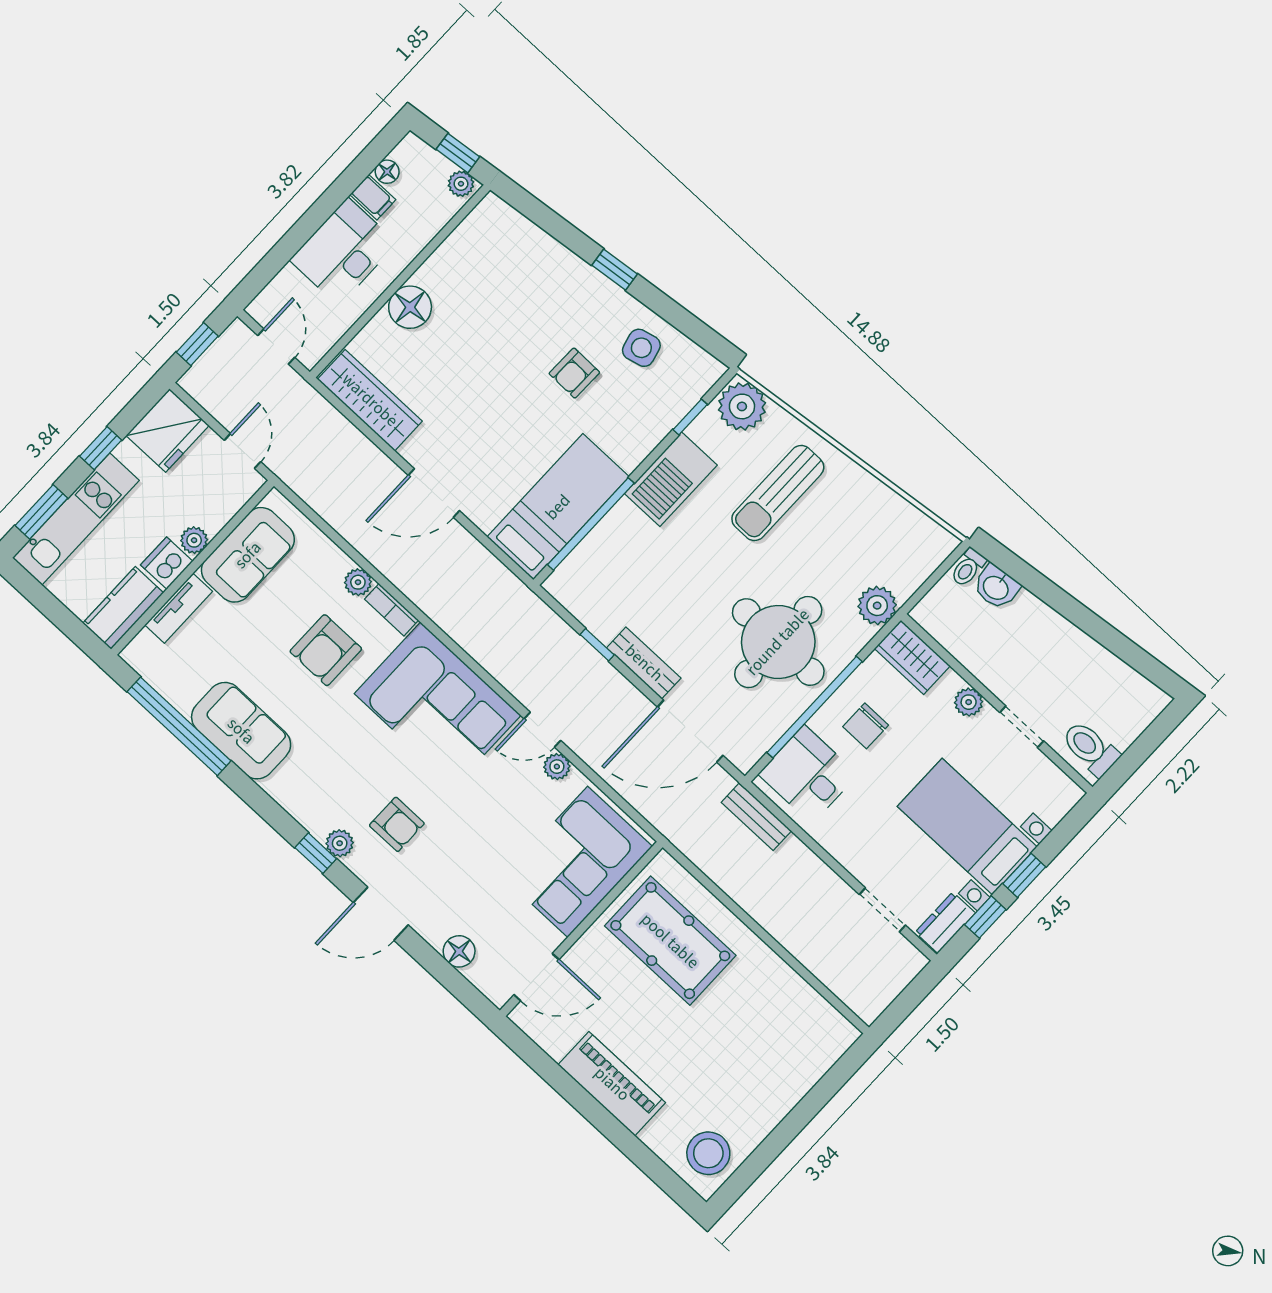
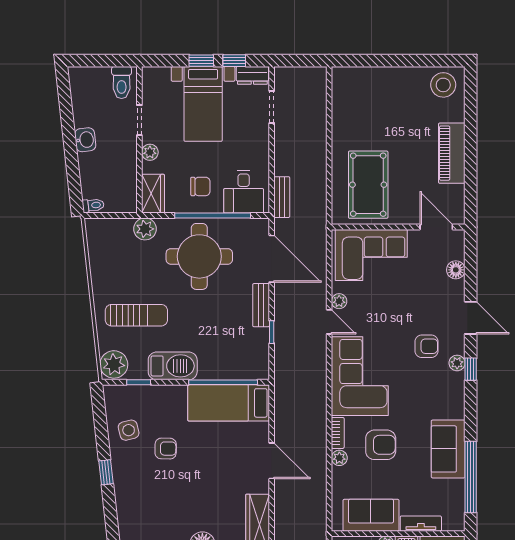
washbasin: (996, 587) -> (85, 140), moved
armchair: (397, 824) -> (427, 346), turned 90

